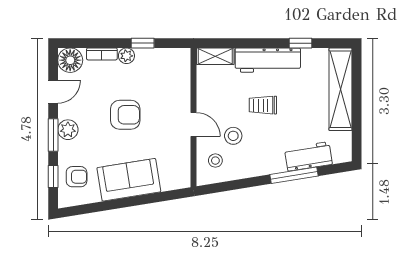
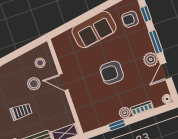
floor lamp: (70, 60) -> (167, 99), width x0.53, depth x0.53
plant: (68, 130) -> (151, 59), moved

